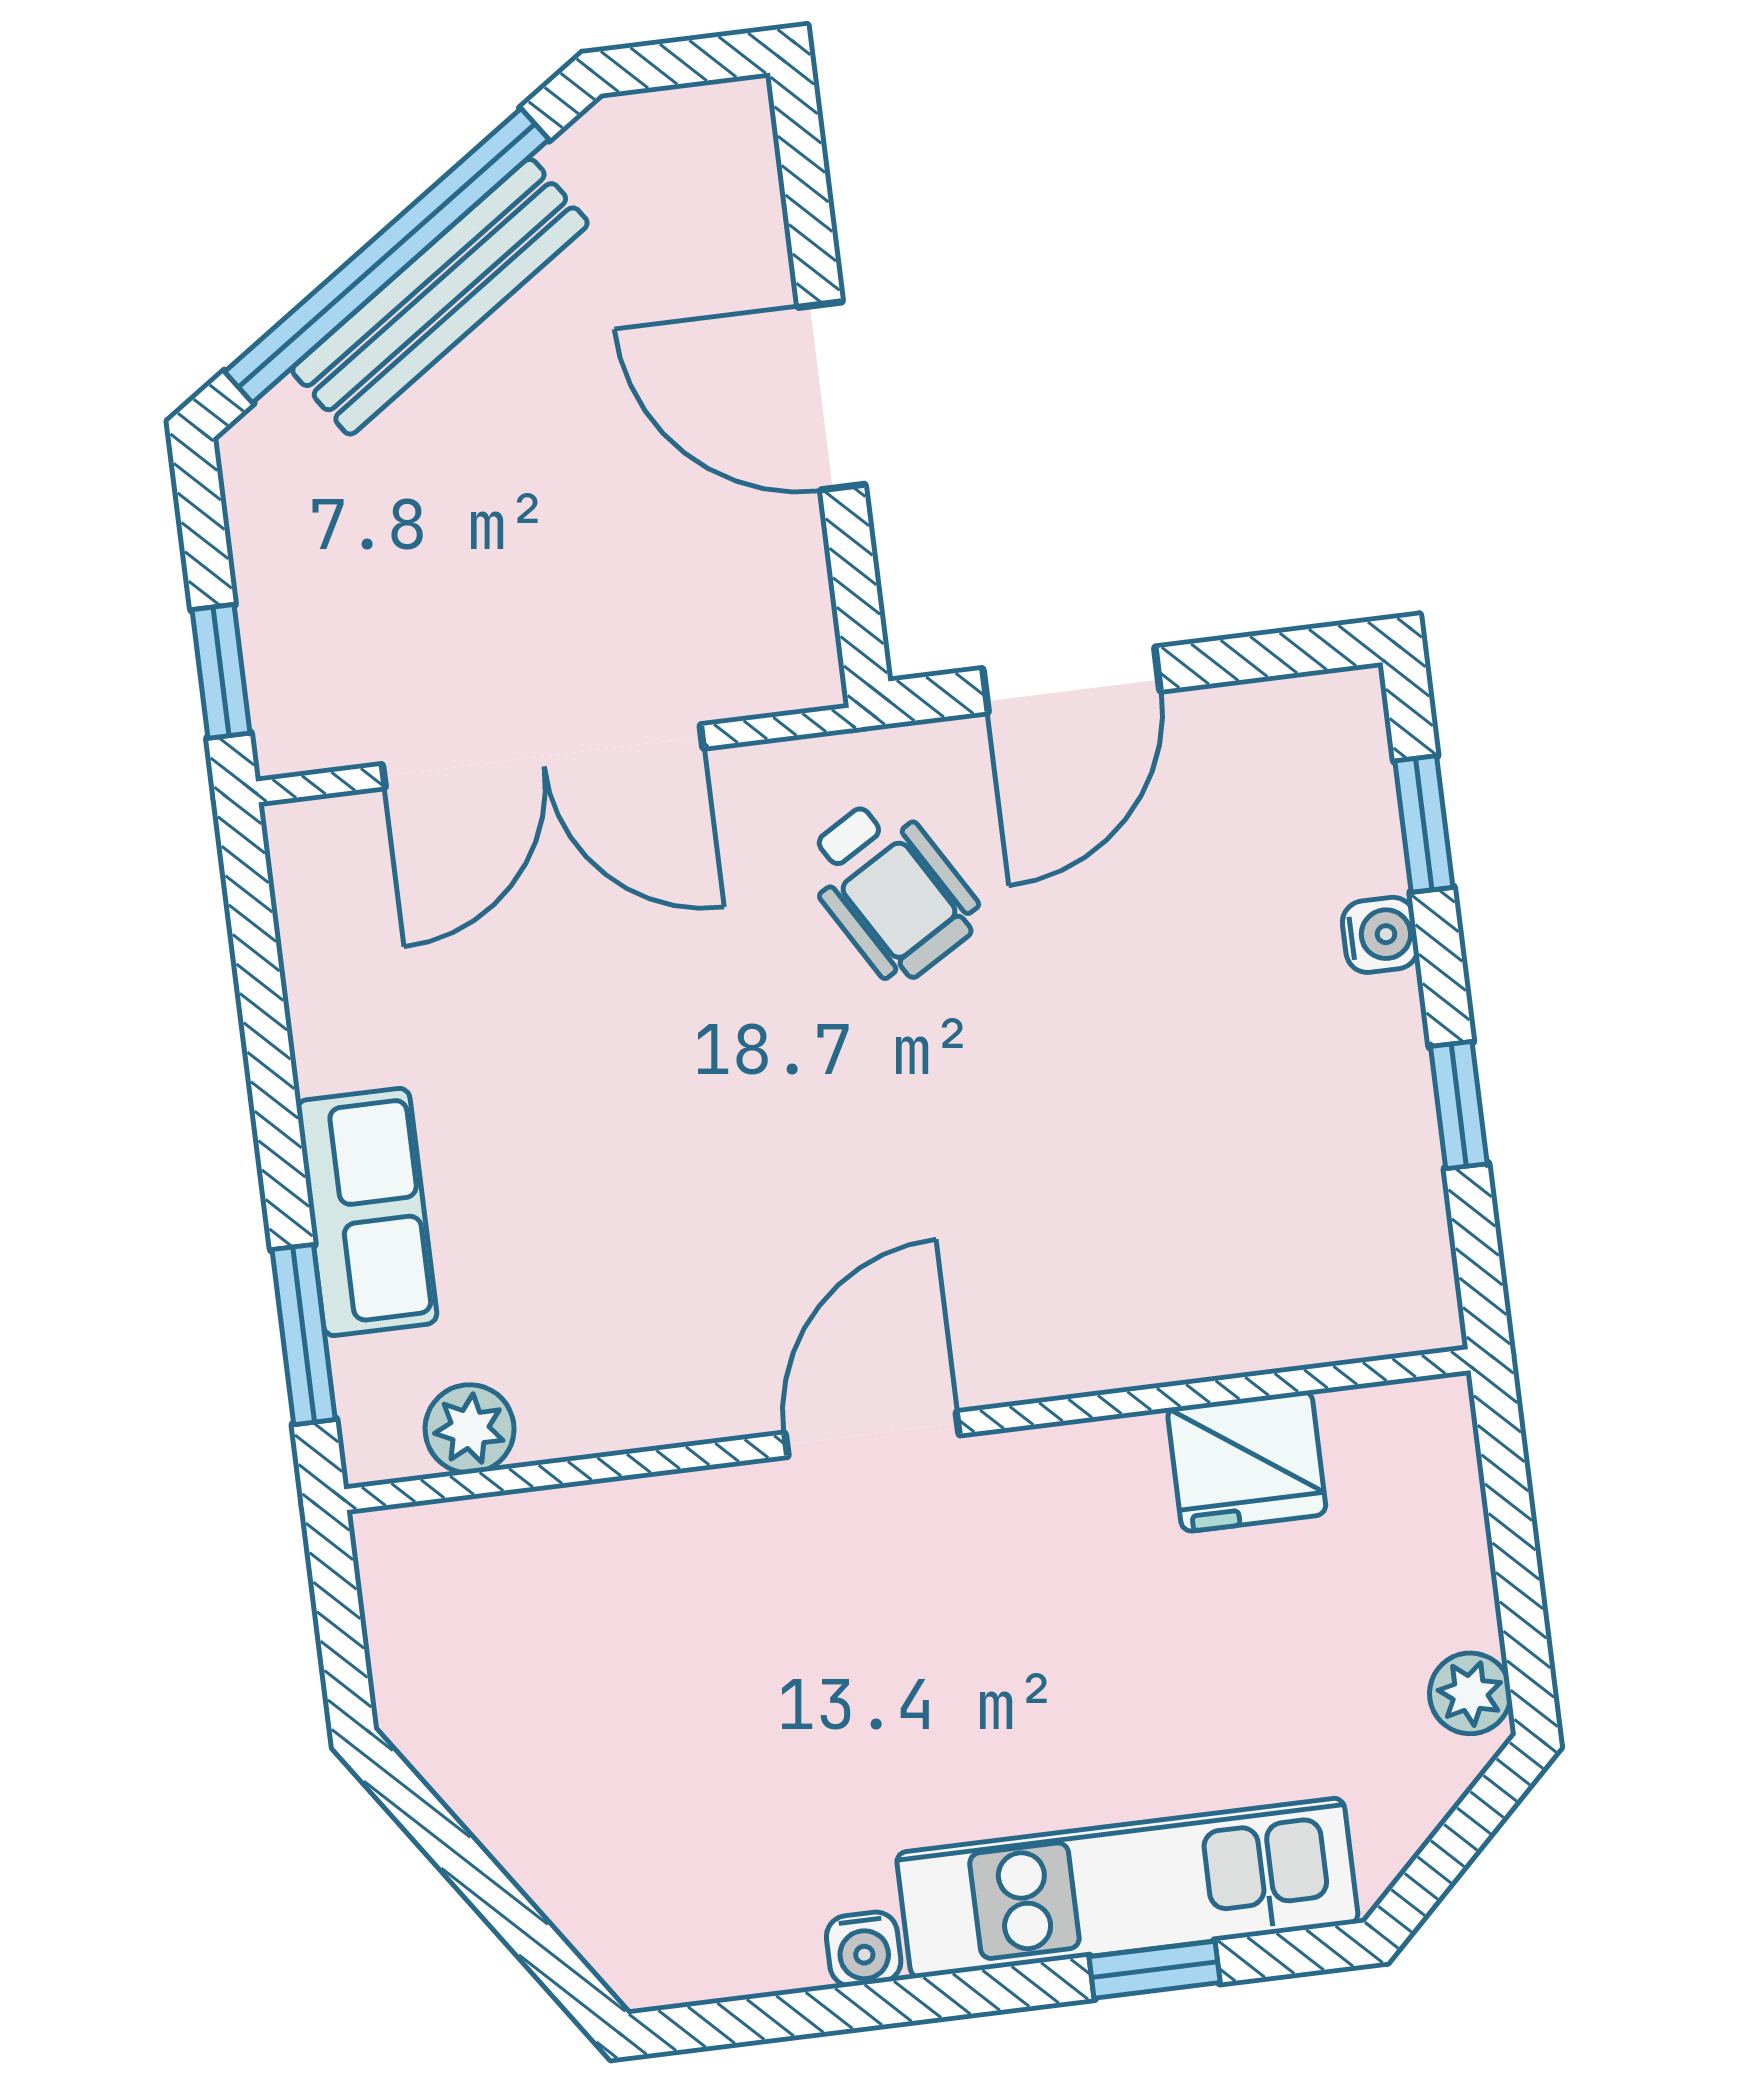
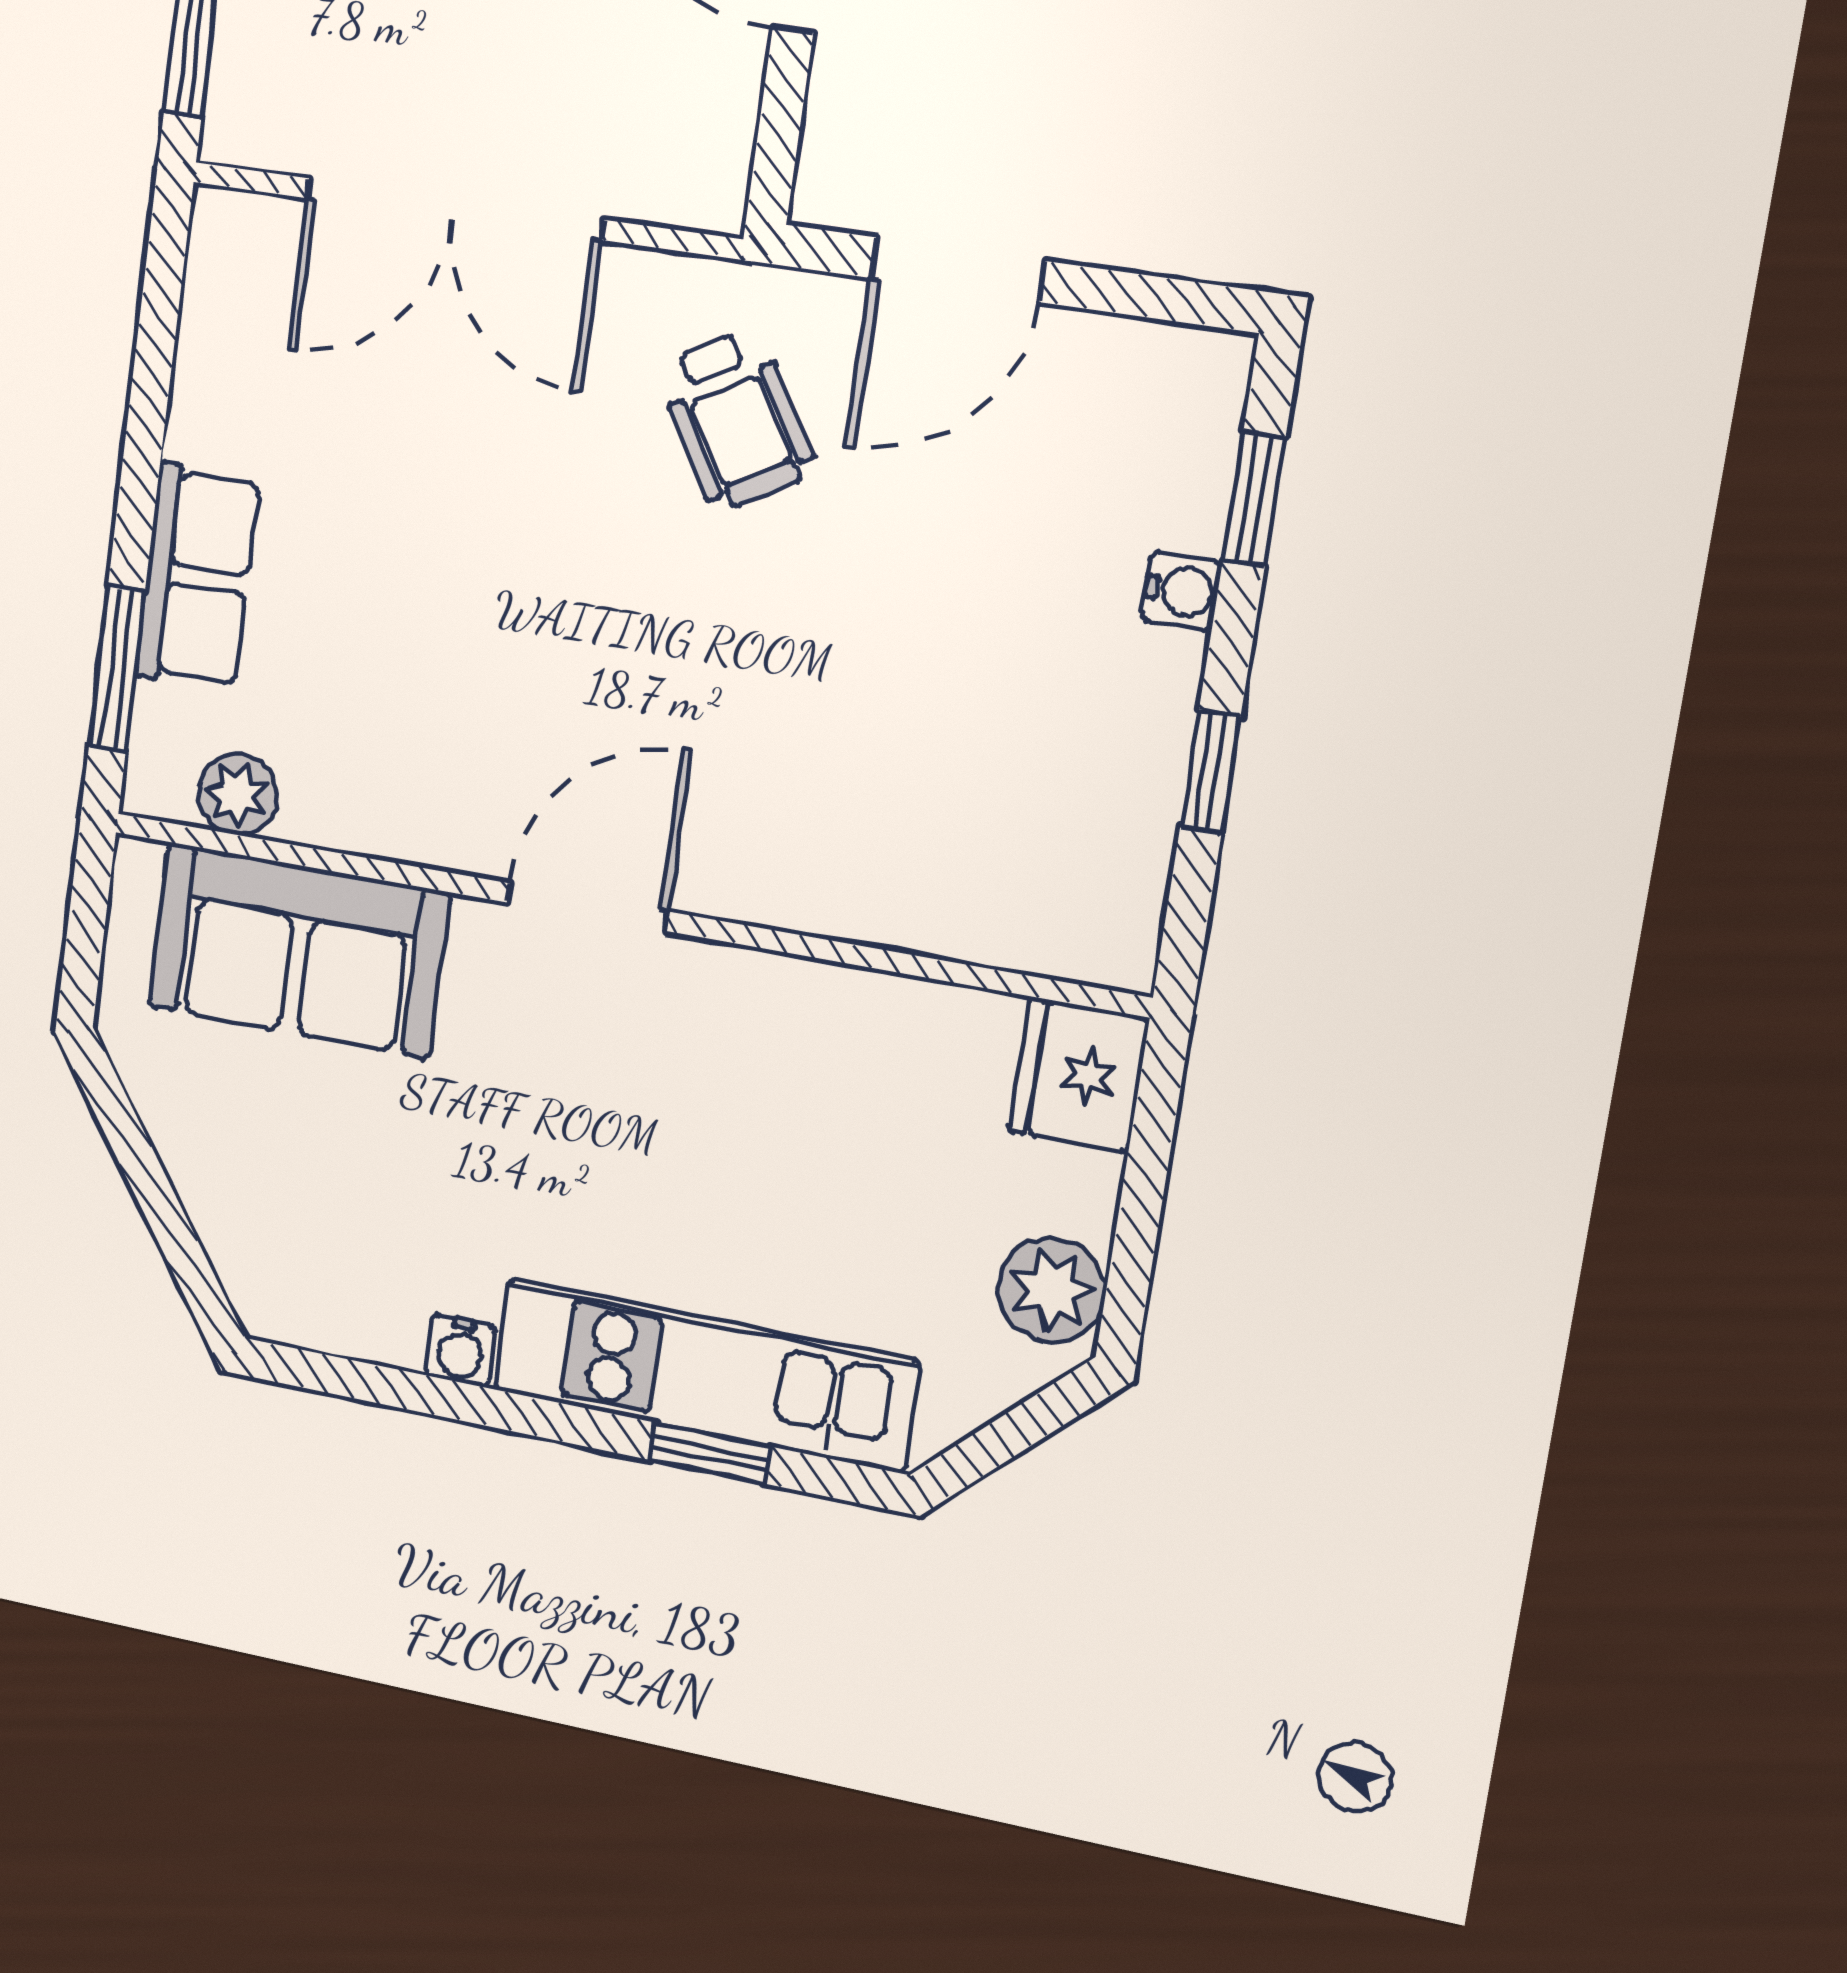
fridge: (1247, 1461) -> (1079, 1075), moved, turned 90
sofa: (578, 1575) -> (299, 950), added
plant: (1470, 1693) -> (1052, 1290), width x1.38, depth x1.38

